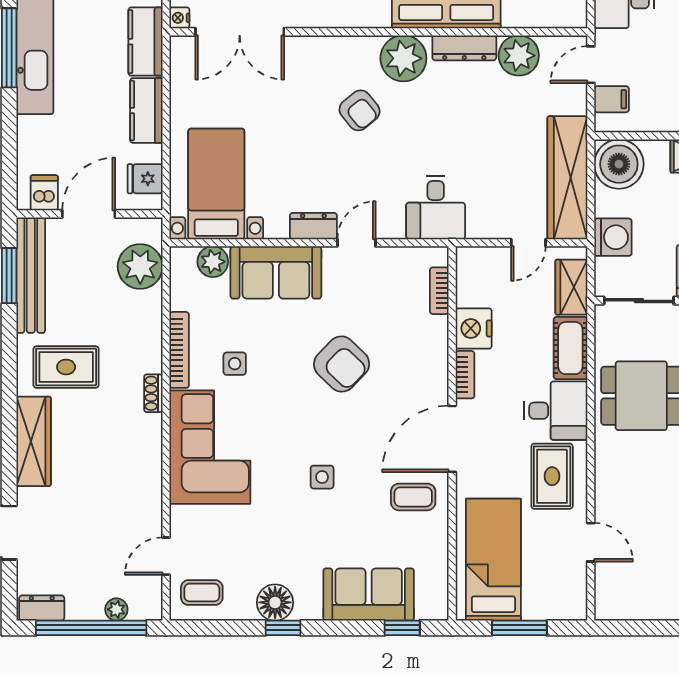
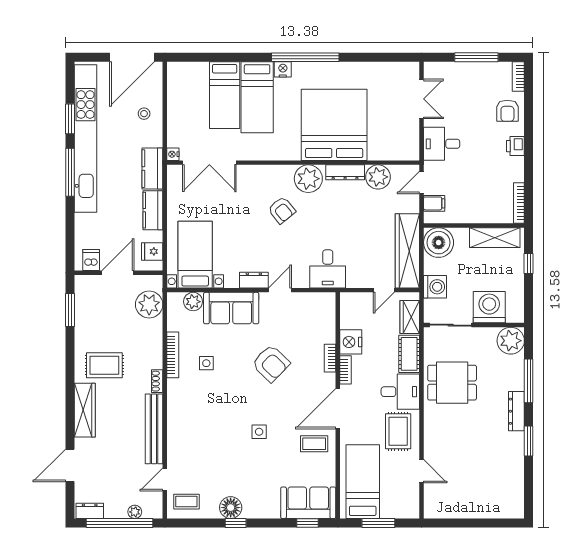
bench: (31, 275) -> (154, 429), moved
bookcase: (439, 291) -> (330, 358), moved
corner sofa: (210, 447) -> (191, 414), removed
sofa: (369, 594) -> (308, 503), moved

